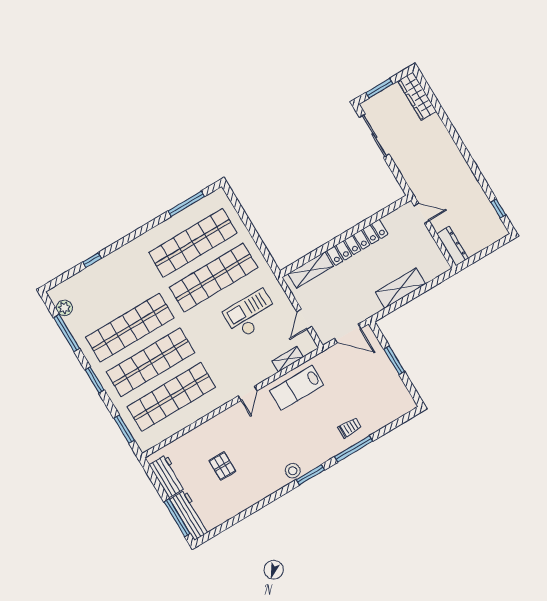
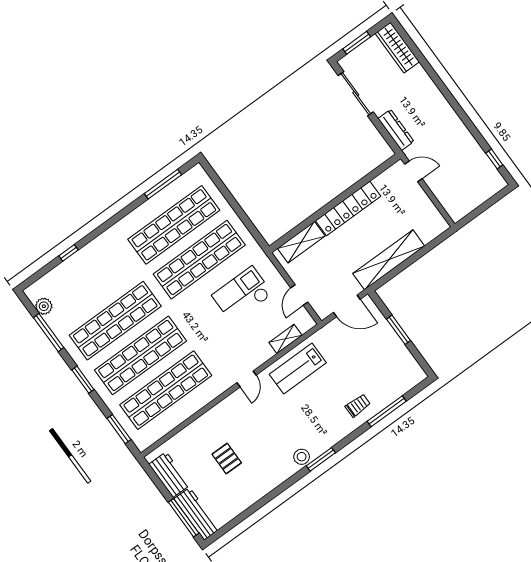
dresser: (452, 246) -> (396, 130), moved
shelving: (400, 288) -> (389, 260), width x1.47
window: (354, 449) -> (387, 411), moved

